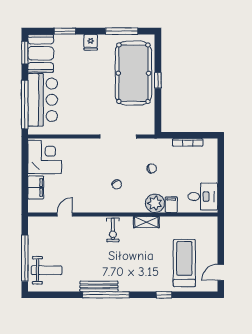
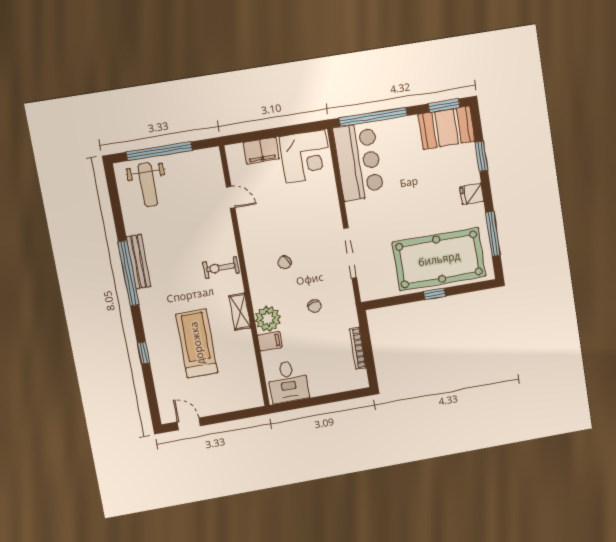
bar counter: (43, 100) -> (359, 162), moved, turned -90
treadmill: (184, 263) -> (197, 343), moved, turned -90

